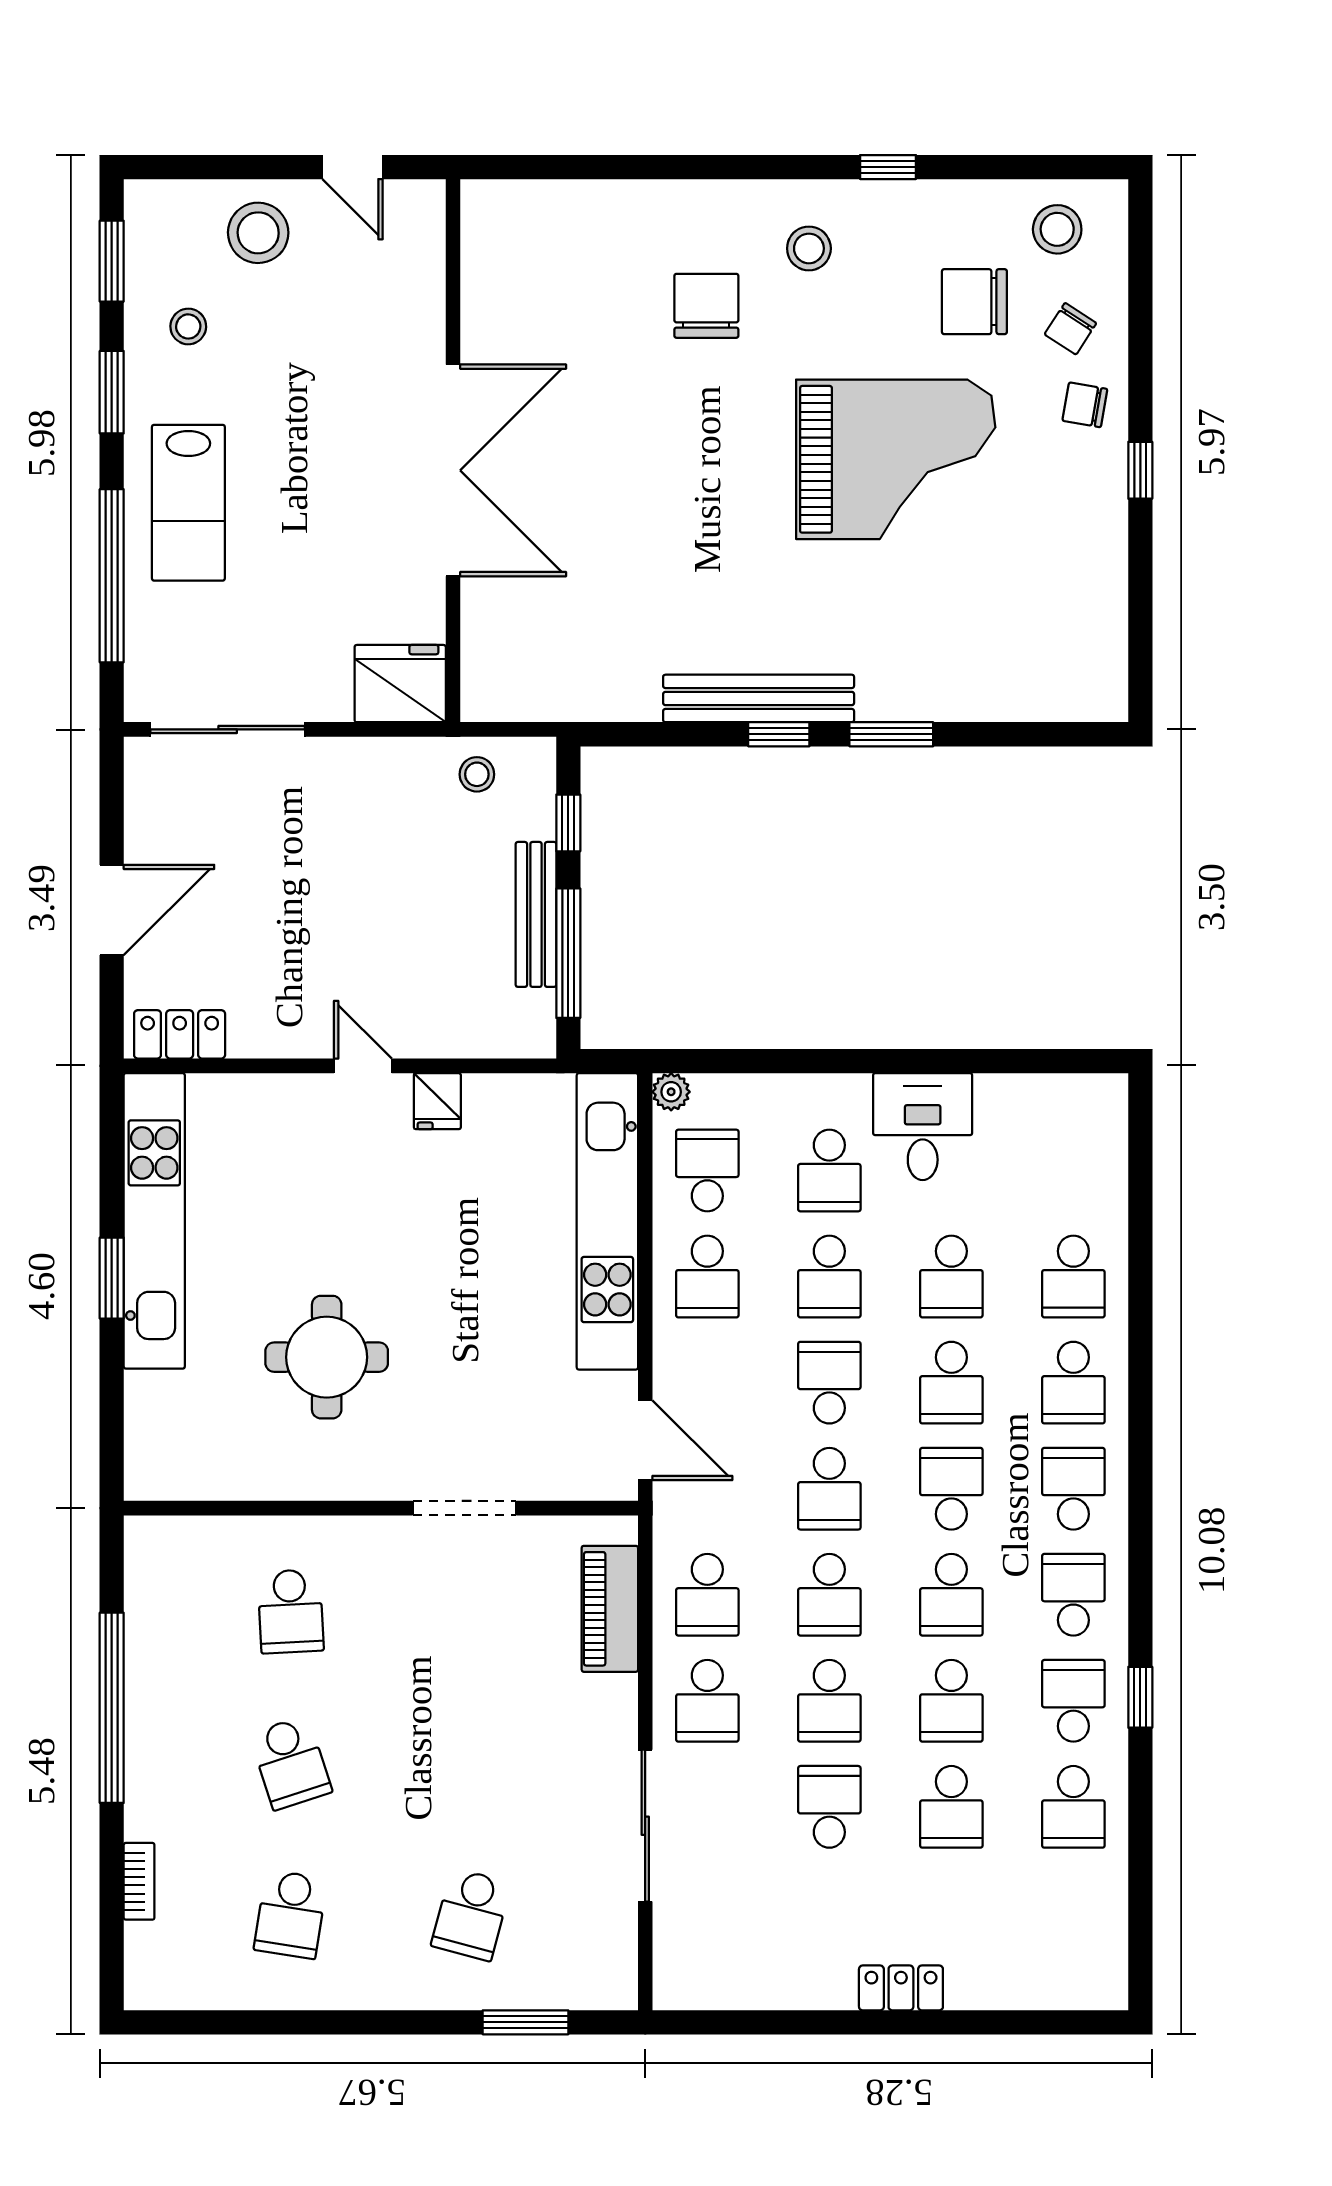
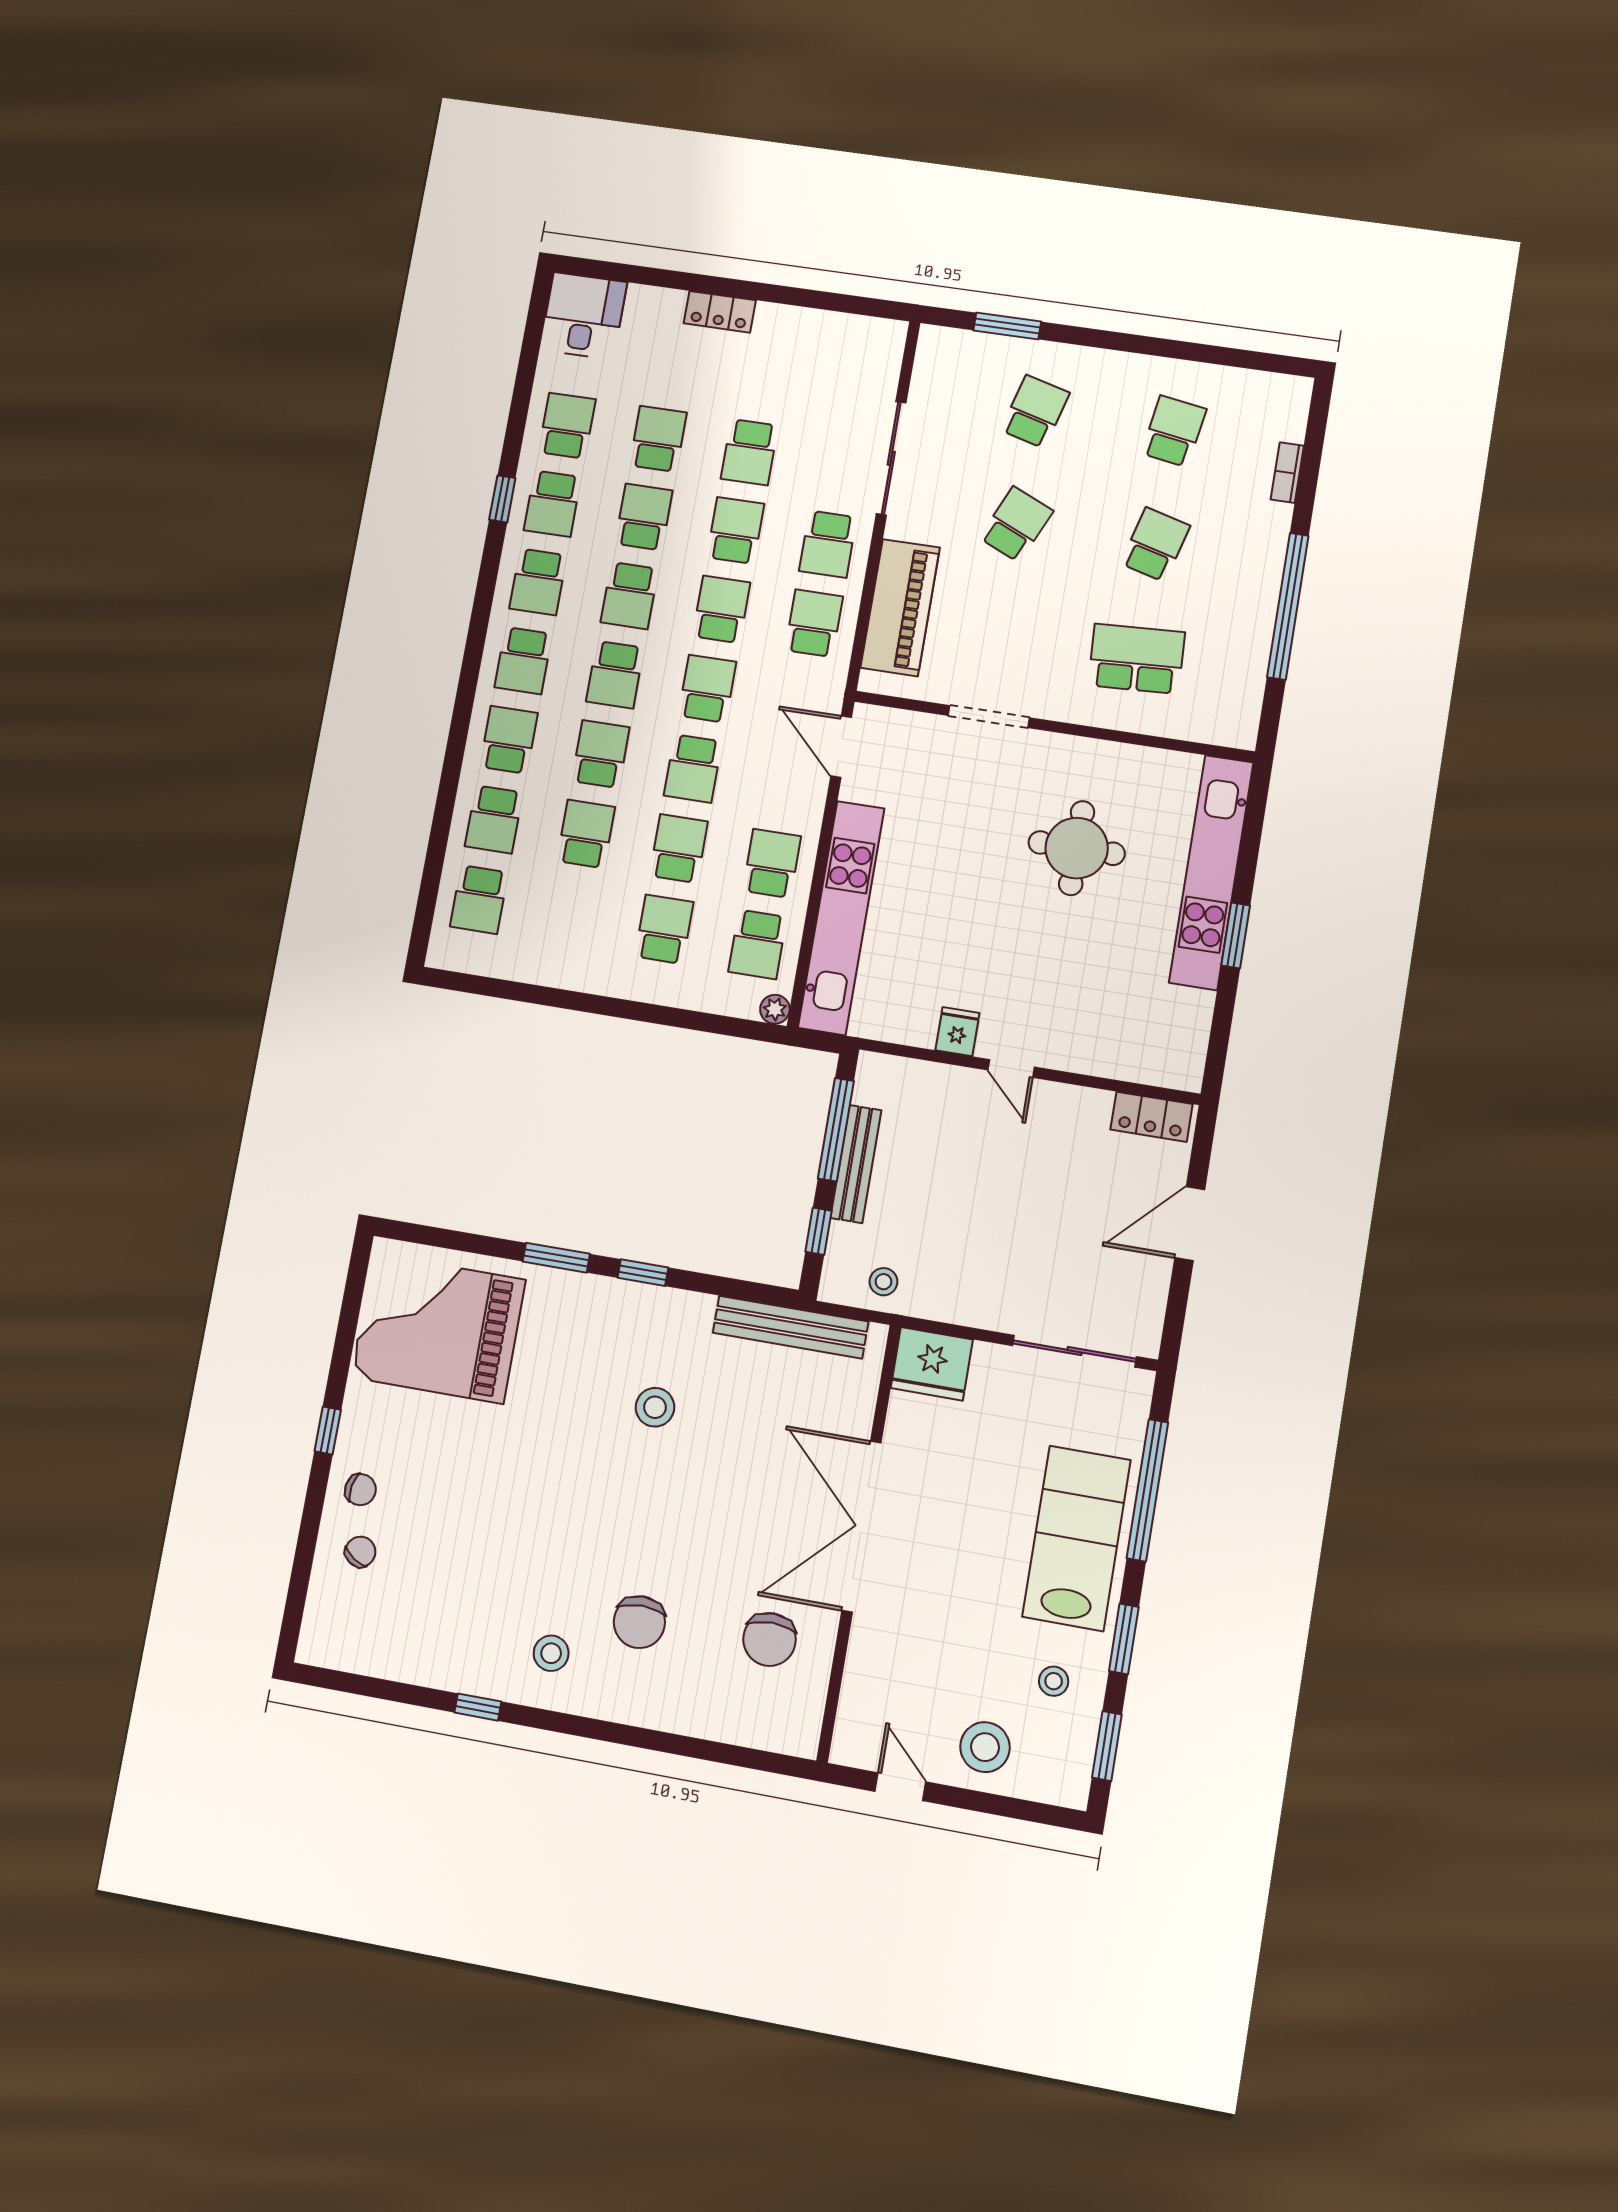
stool: (1057, 229) -> (655, 1407), moved
chair: (974, 302) -> (769, 1639), moved, turned 90
grand piano: (896, 459) -> (438, 1328), moved
lab bench: (188, 503) -> (1076, 1538), width x1.36, depth x1.39
bench: (759, 698) -> (791, 1327), moved
desk: (923, 1127) -> (583, 316), moved, turned 180
school desk: (1073, 1170) -> (479, 900), added
kitchen unit: (154, 1221) -> (1211, 872), moved
school desk: (1073, 1277) -> (494, 819), turned 180
school desk: (951, 1595) -> (629, 596), turned 180
piano: (610, 1609) -> (900, 608), width x1.37, depth x1.33
school desk: (291, 1611) -> (1136, 659), width x1.85
school desk: (707, 1701) -> (828, 544), turned 180
school desk: (291, 1763) -> (1155, 545), turned 33
school desk: (471, 1763) -> (1016, 524), added

